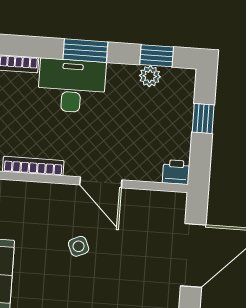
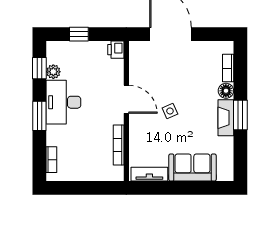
desk: (72, 86) -> (63, 102), moved
door: (101, 182) -> (126, 99), hinge flipped

